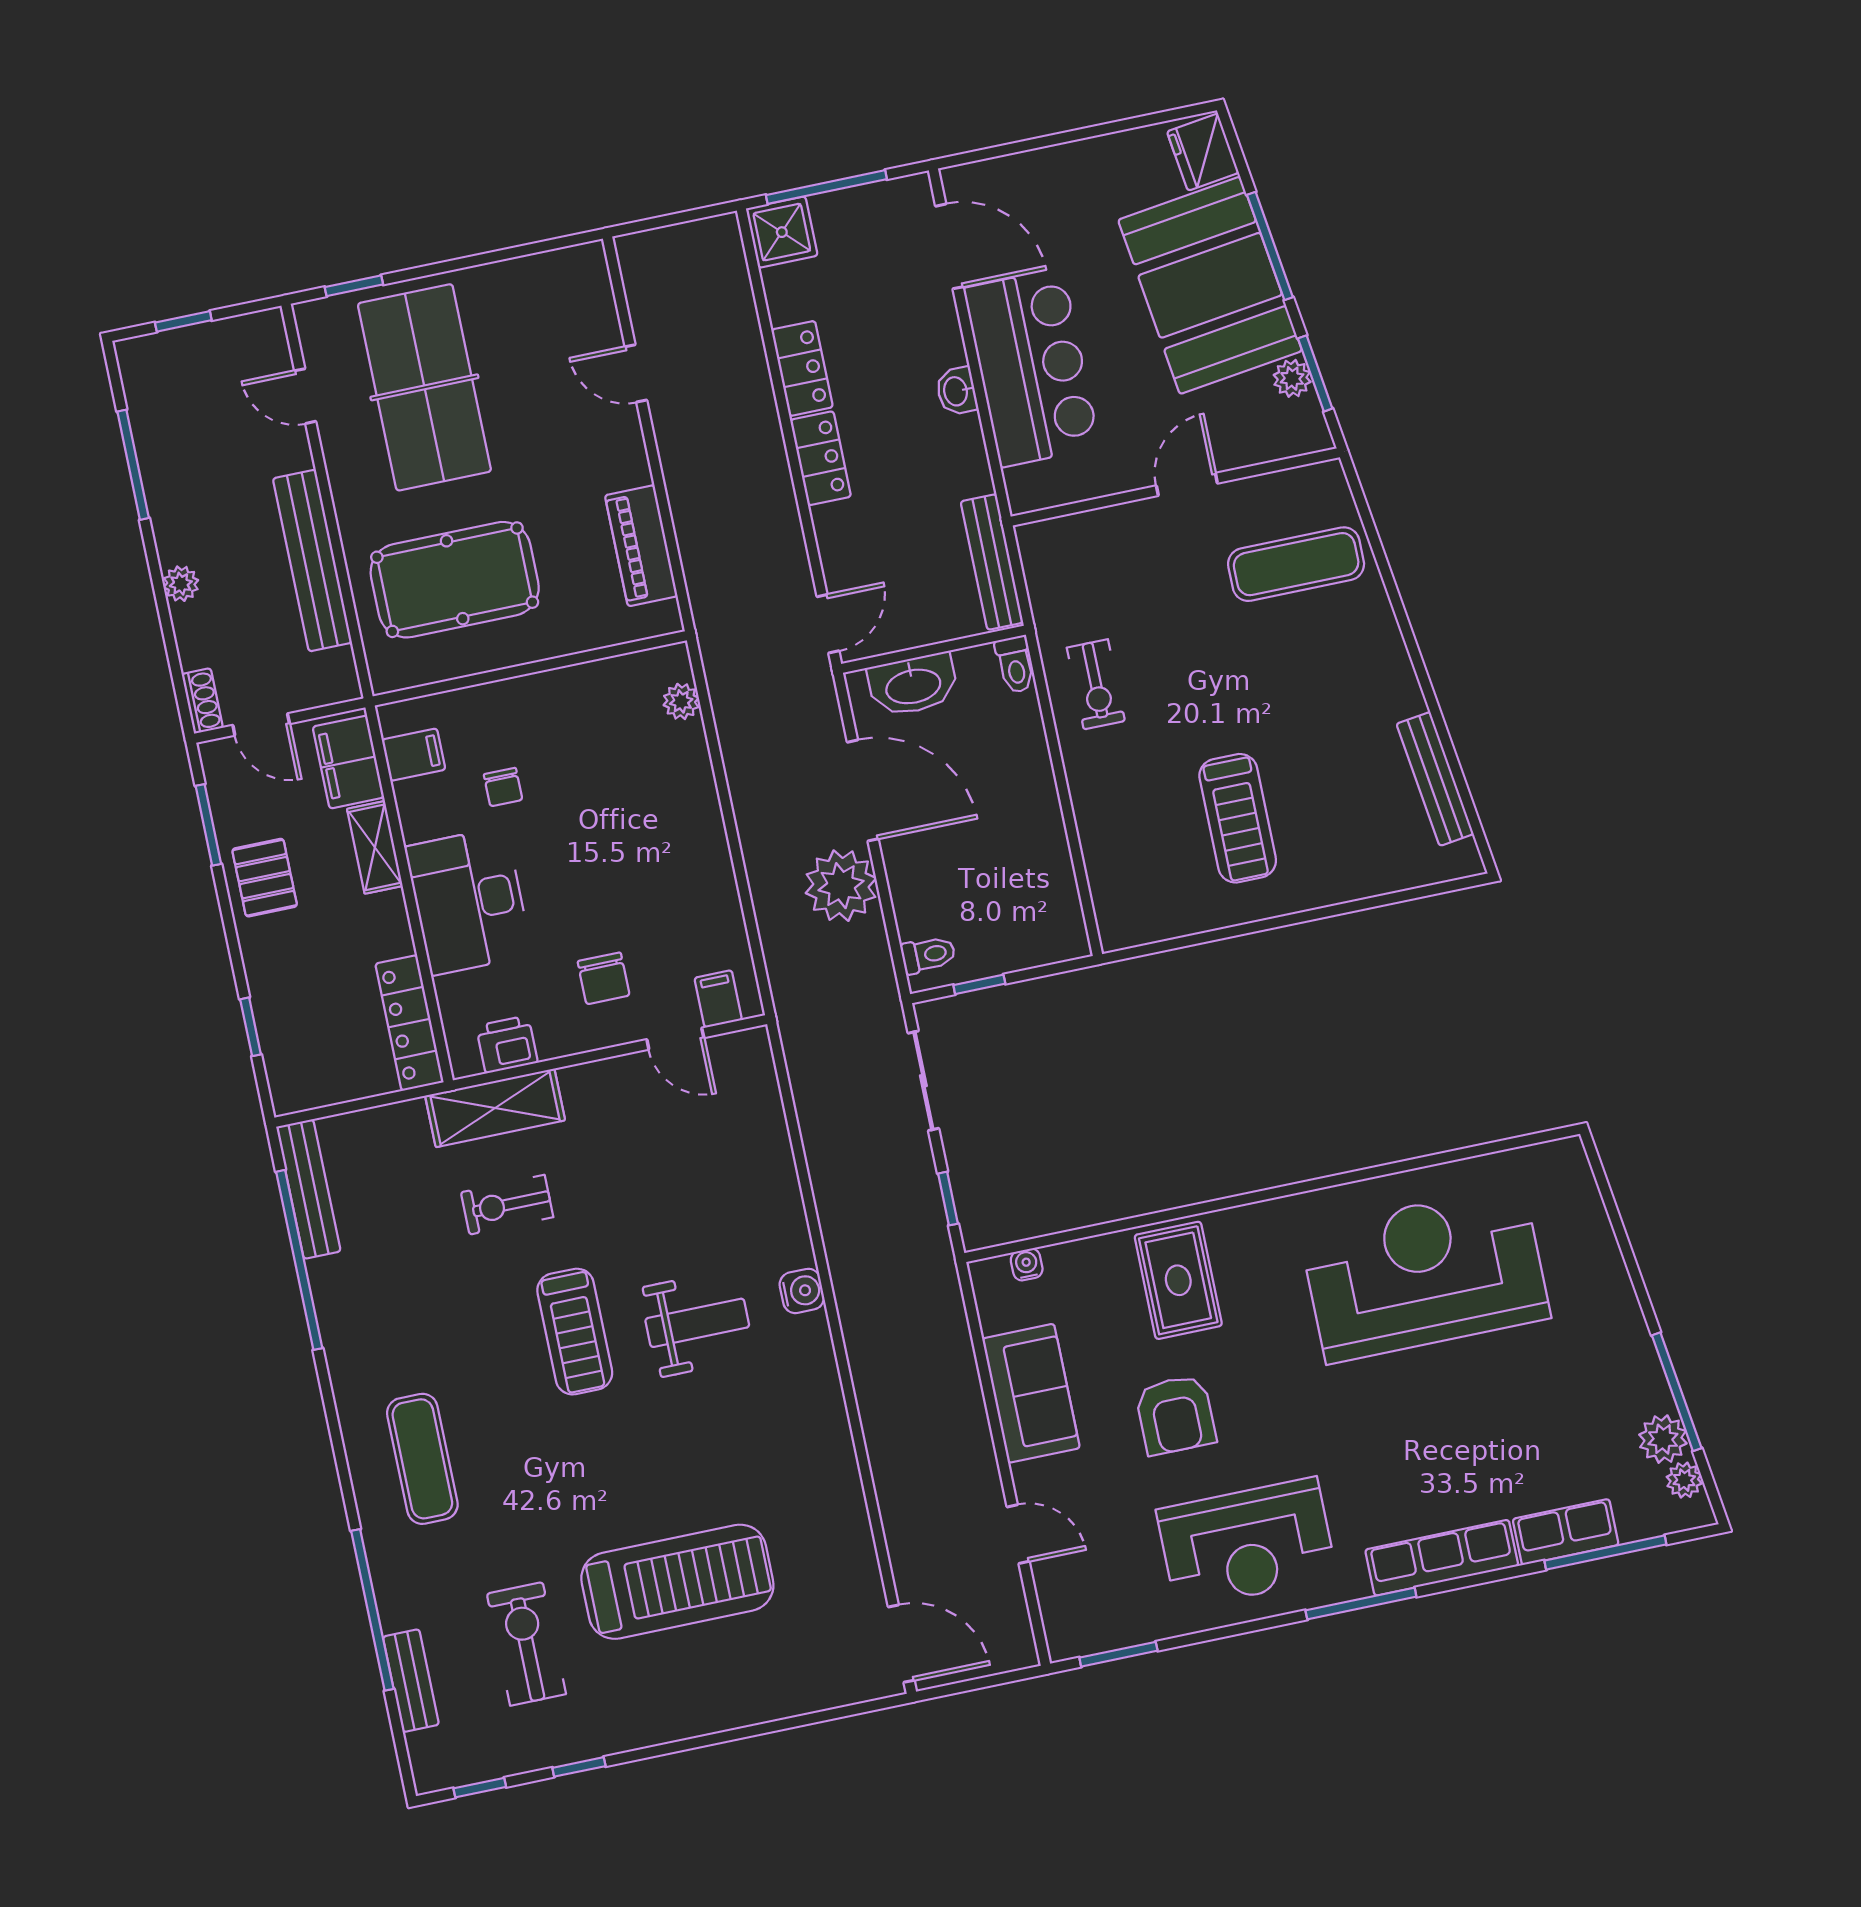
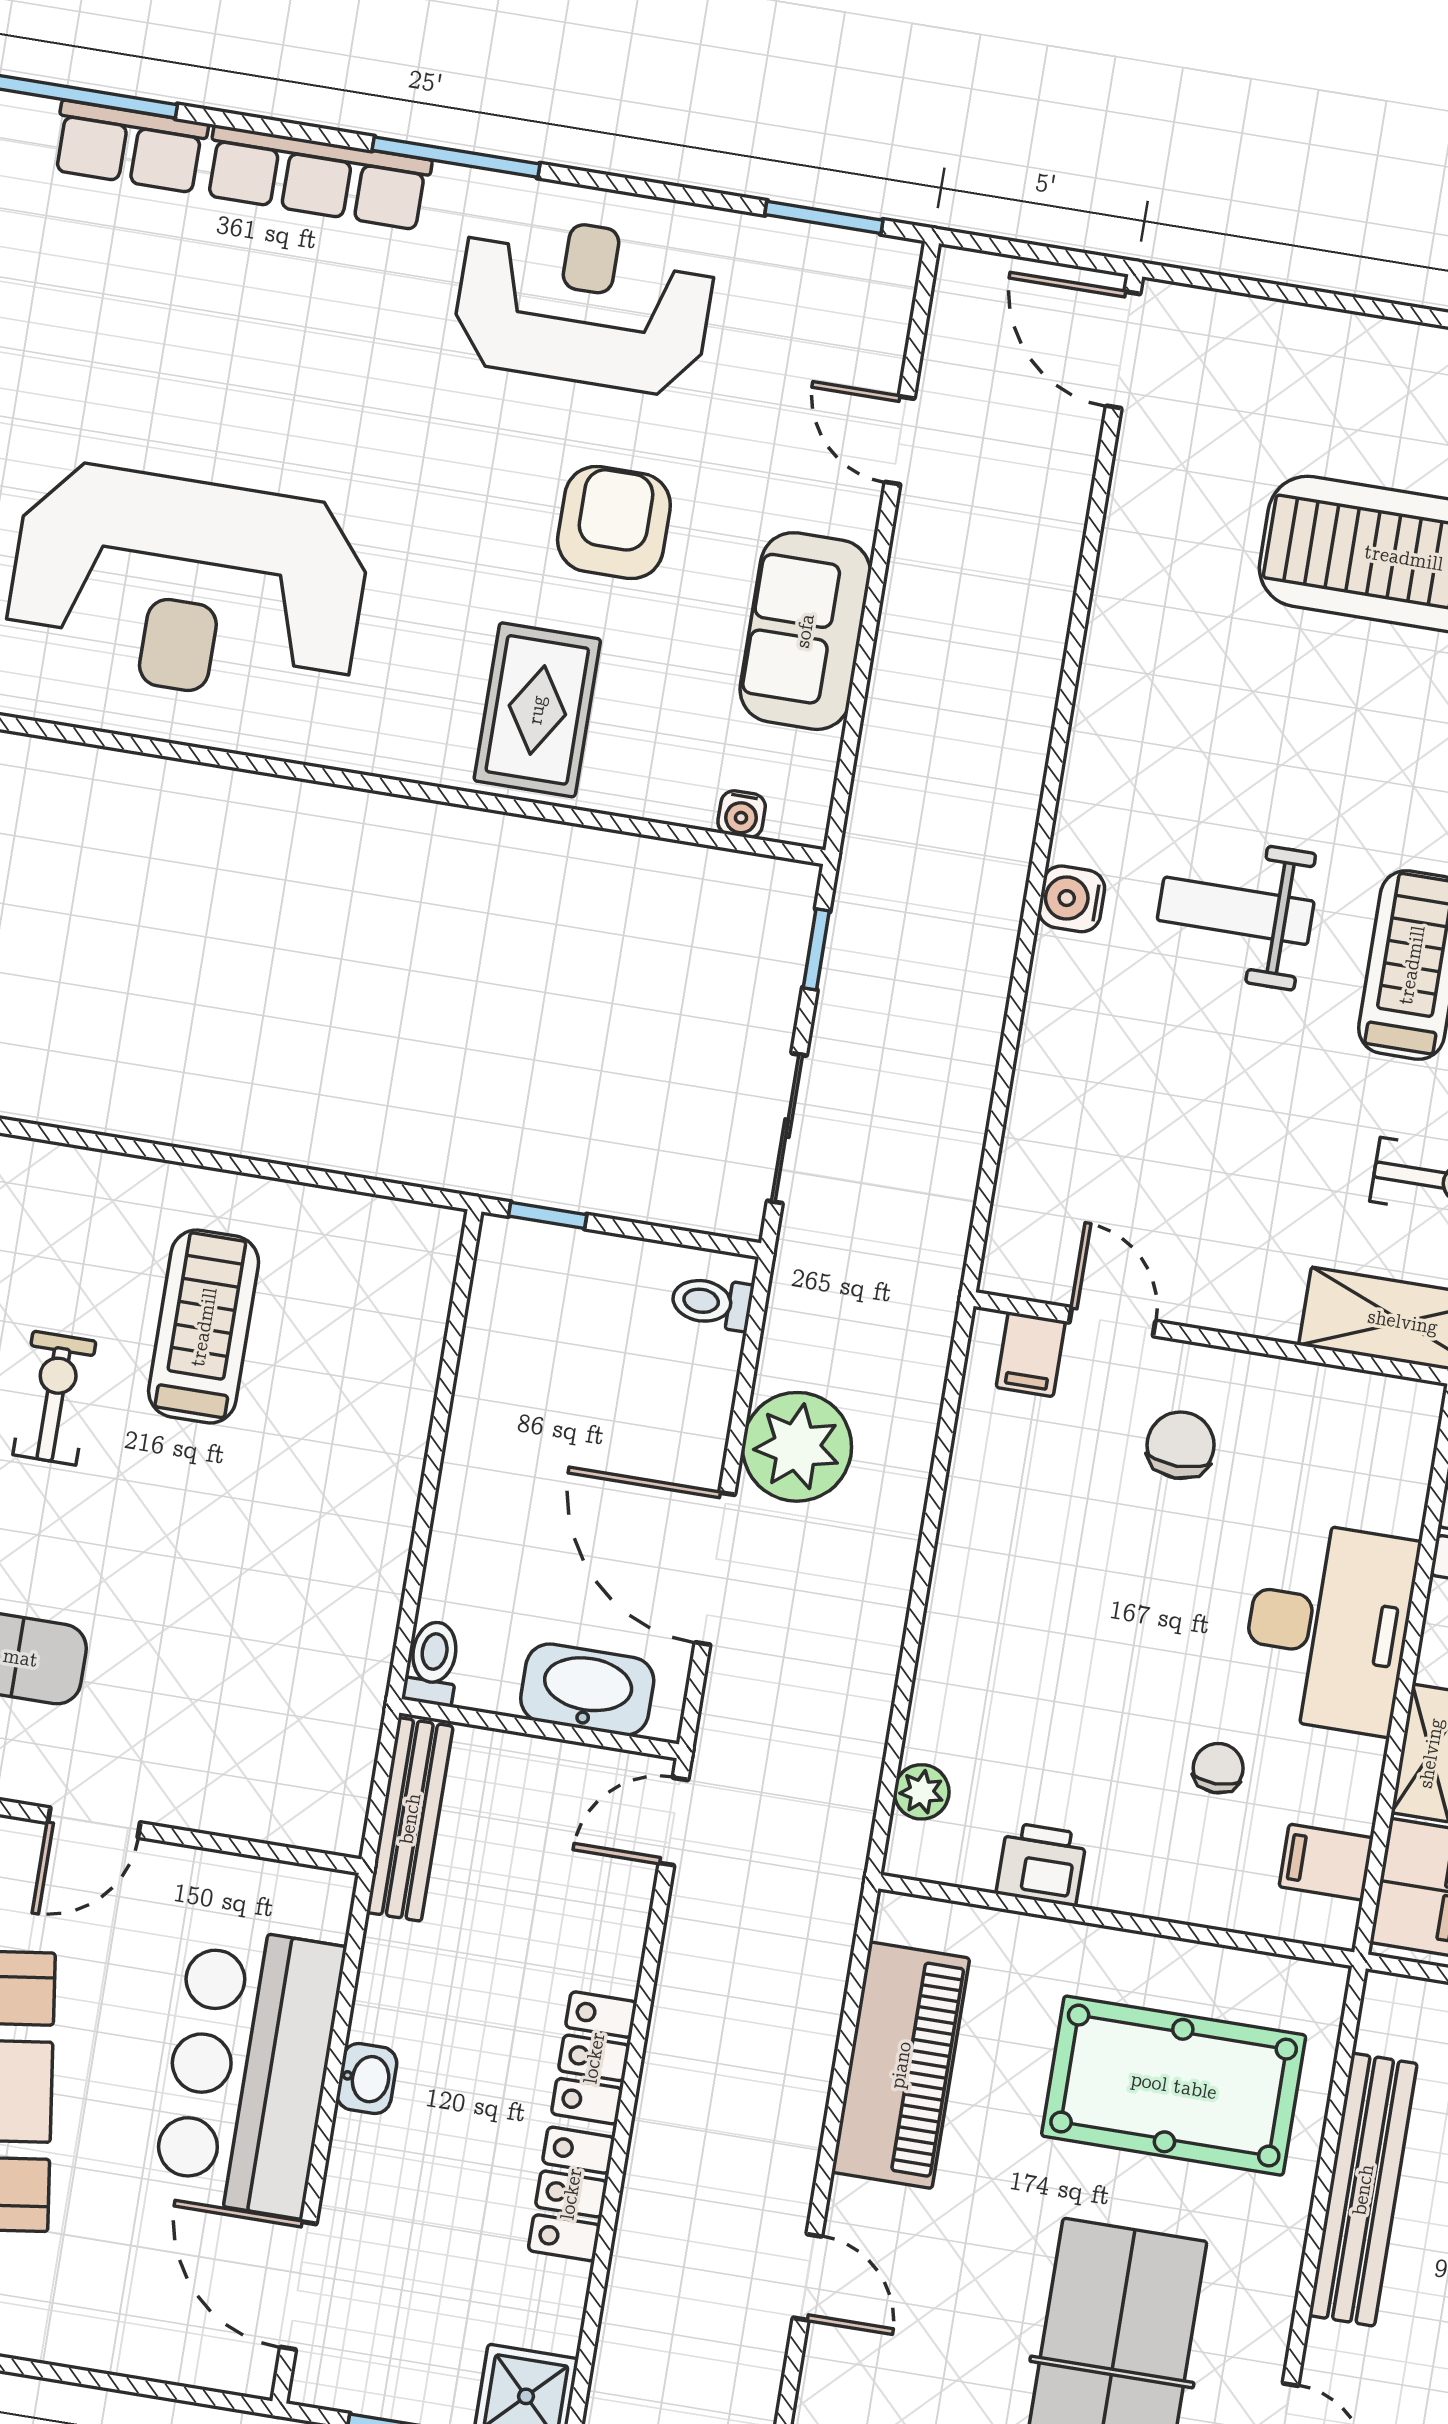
piano: (641, 546) -> (901, 2065), width x1.37, depth x1.33
exercise bike: (1096, 684) -> (54, 1398), moved
window: (979, 984) -> (548, 1215), moved
printer: (507, 1044) -> (1042, 1864), moved, turned 180

